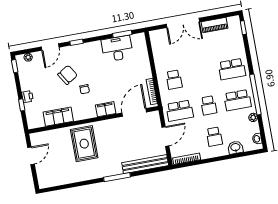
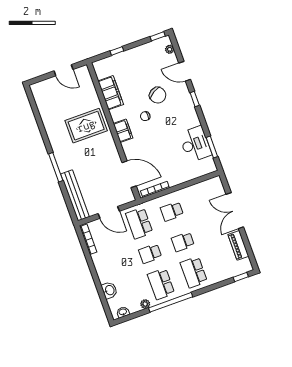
printer: (27, 97) -> (127, 56), removed
filing cabinet: (106, 109) -> (123, 131), moved
school desk: (214, 137) -> (183, 242), moved

